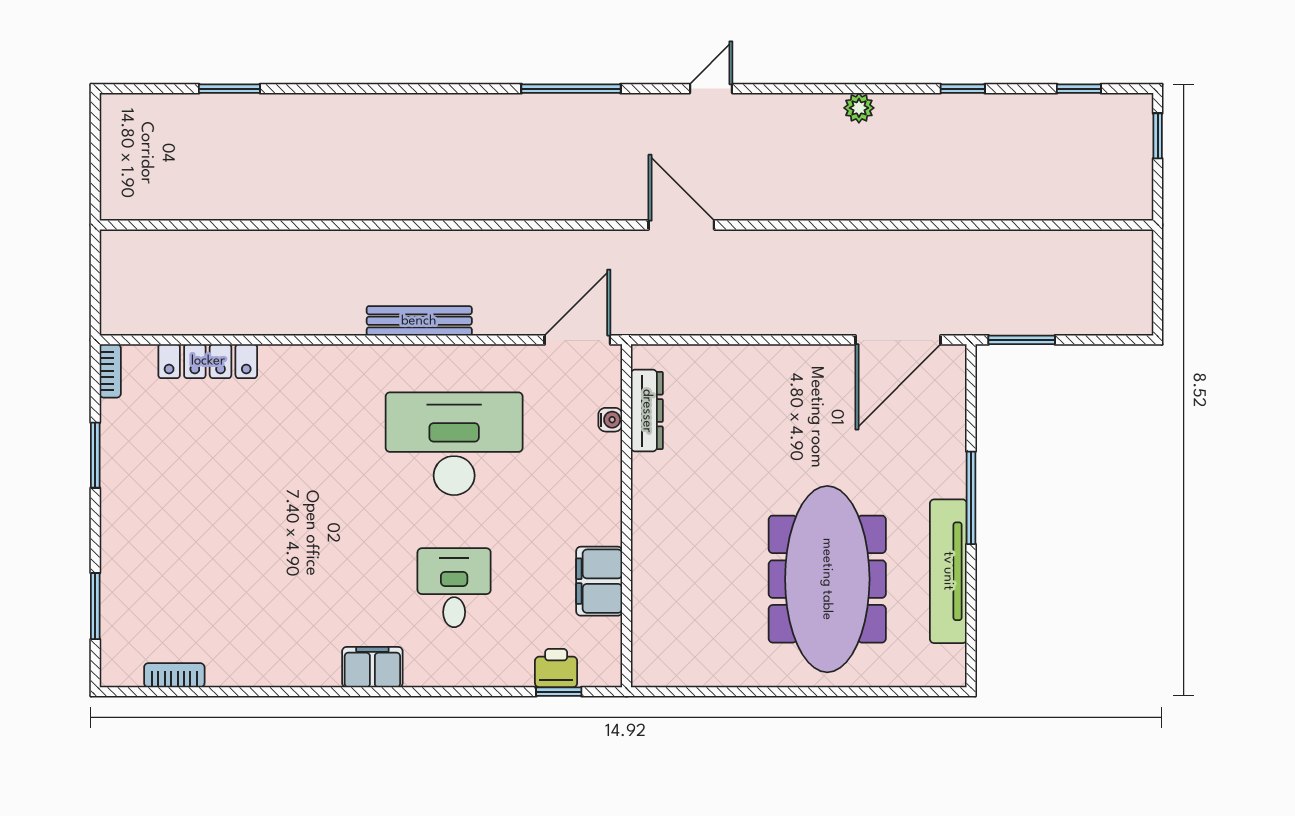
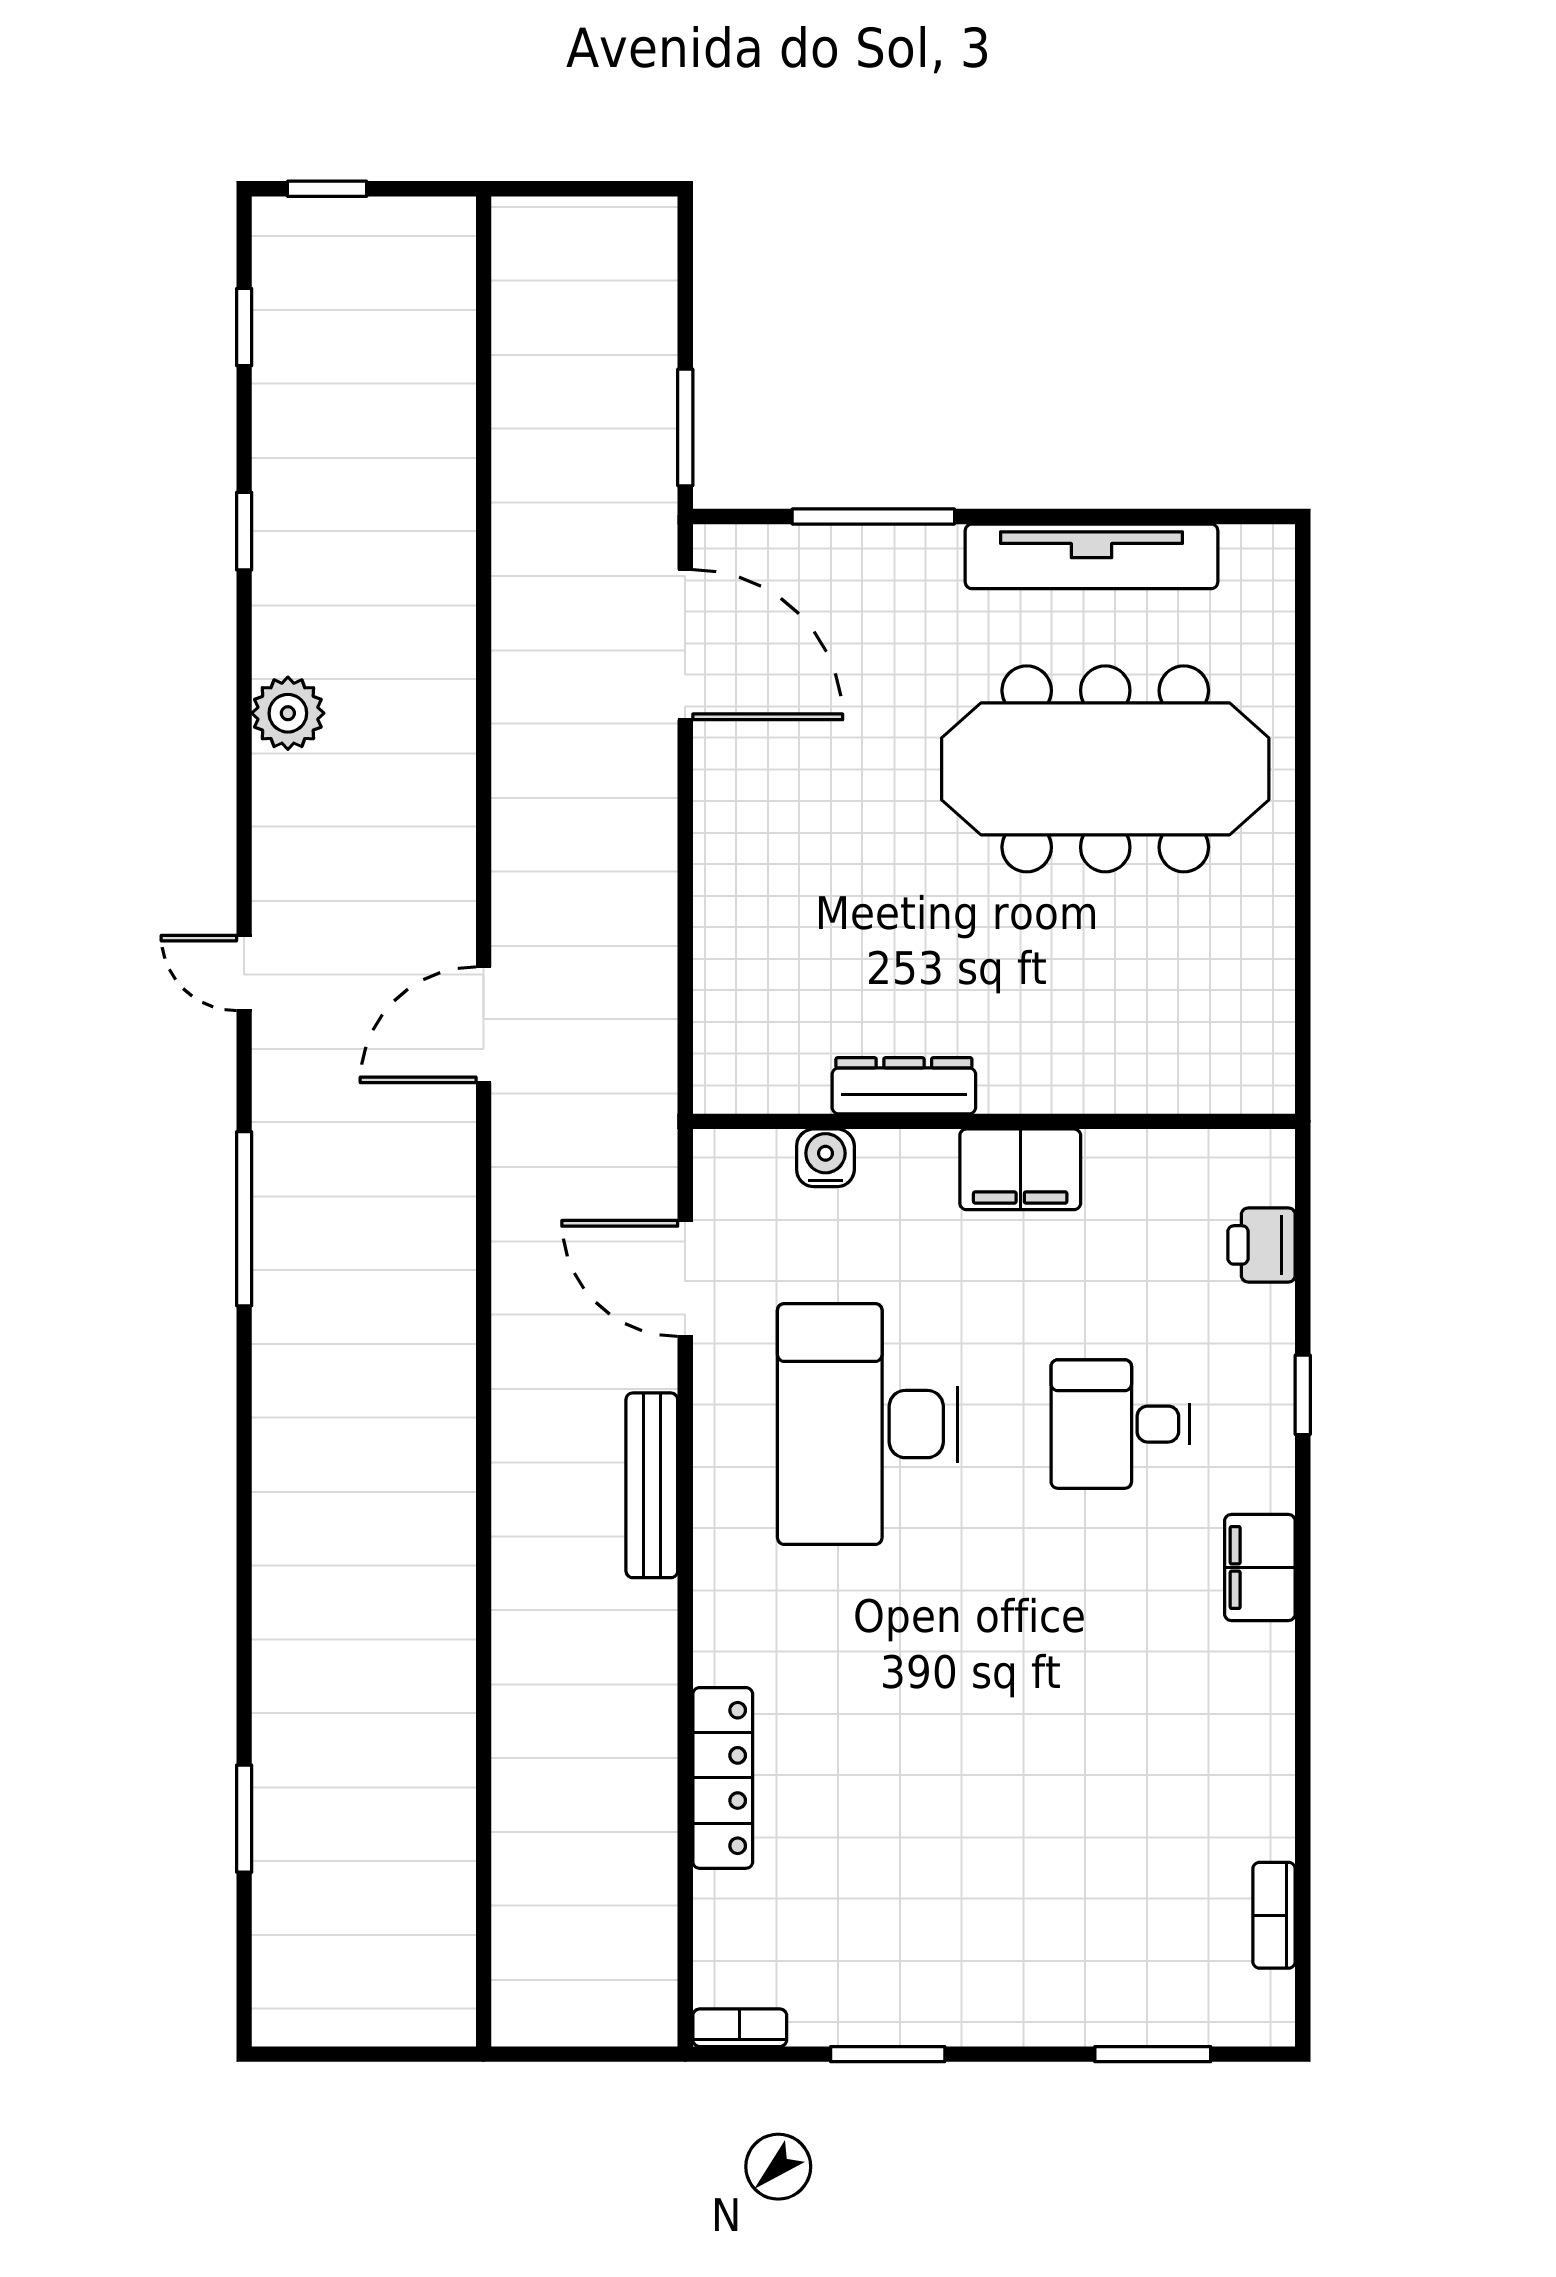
plant: (859, 108) -> (288, 713), width x1.38, depth x1.38
door: (577, 340) -> (685, 1278), moved
locker: (208, 361) -> (723, 1778), moved
dresser: (647, 411) -> (904, 1086), moved
water cooler: (610, 420) -> (825, 1158), width x1.38, depth x1.38
window: (971, 498) -> (873, 516), moved
filing cabinet: (599, 581) -> (1020, 1169), moved
window: (559, 692) -> (1303, 1395), moved

